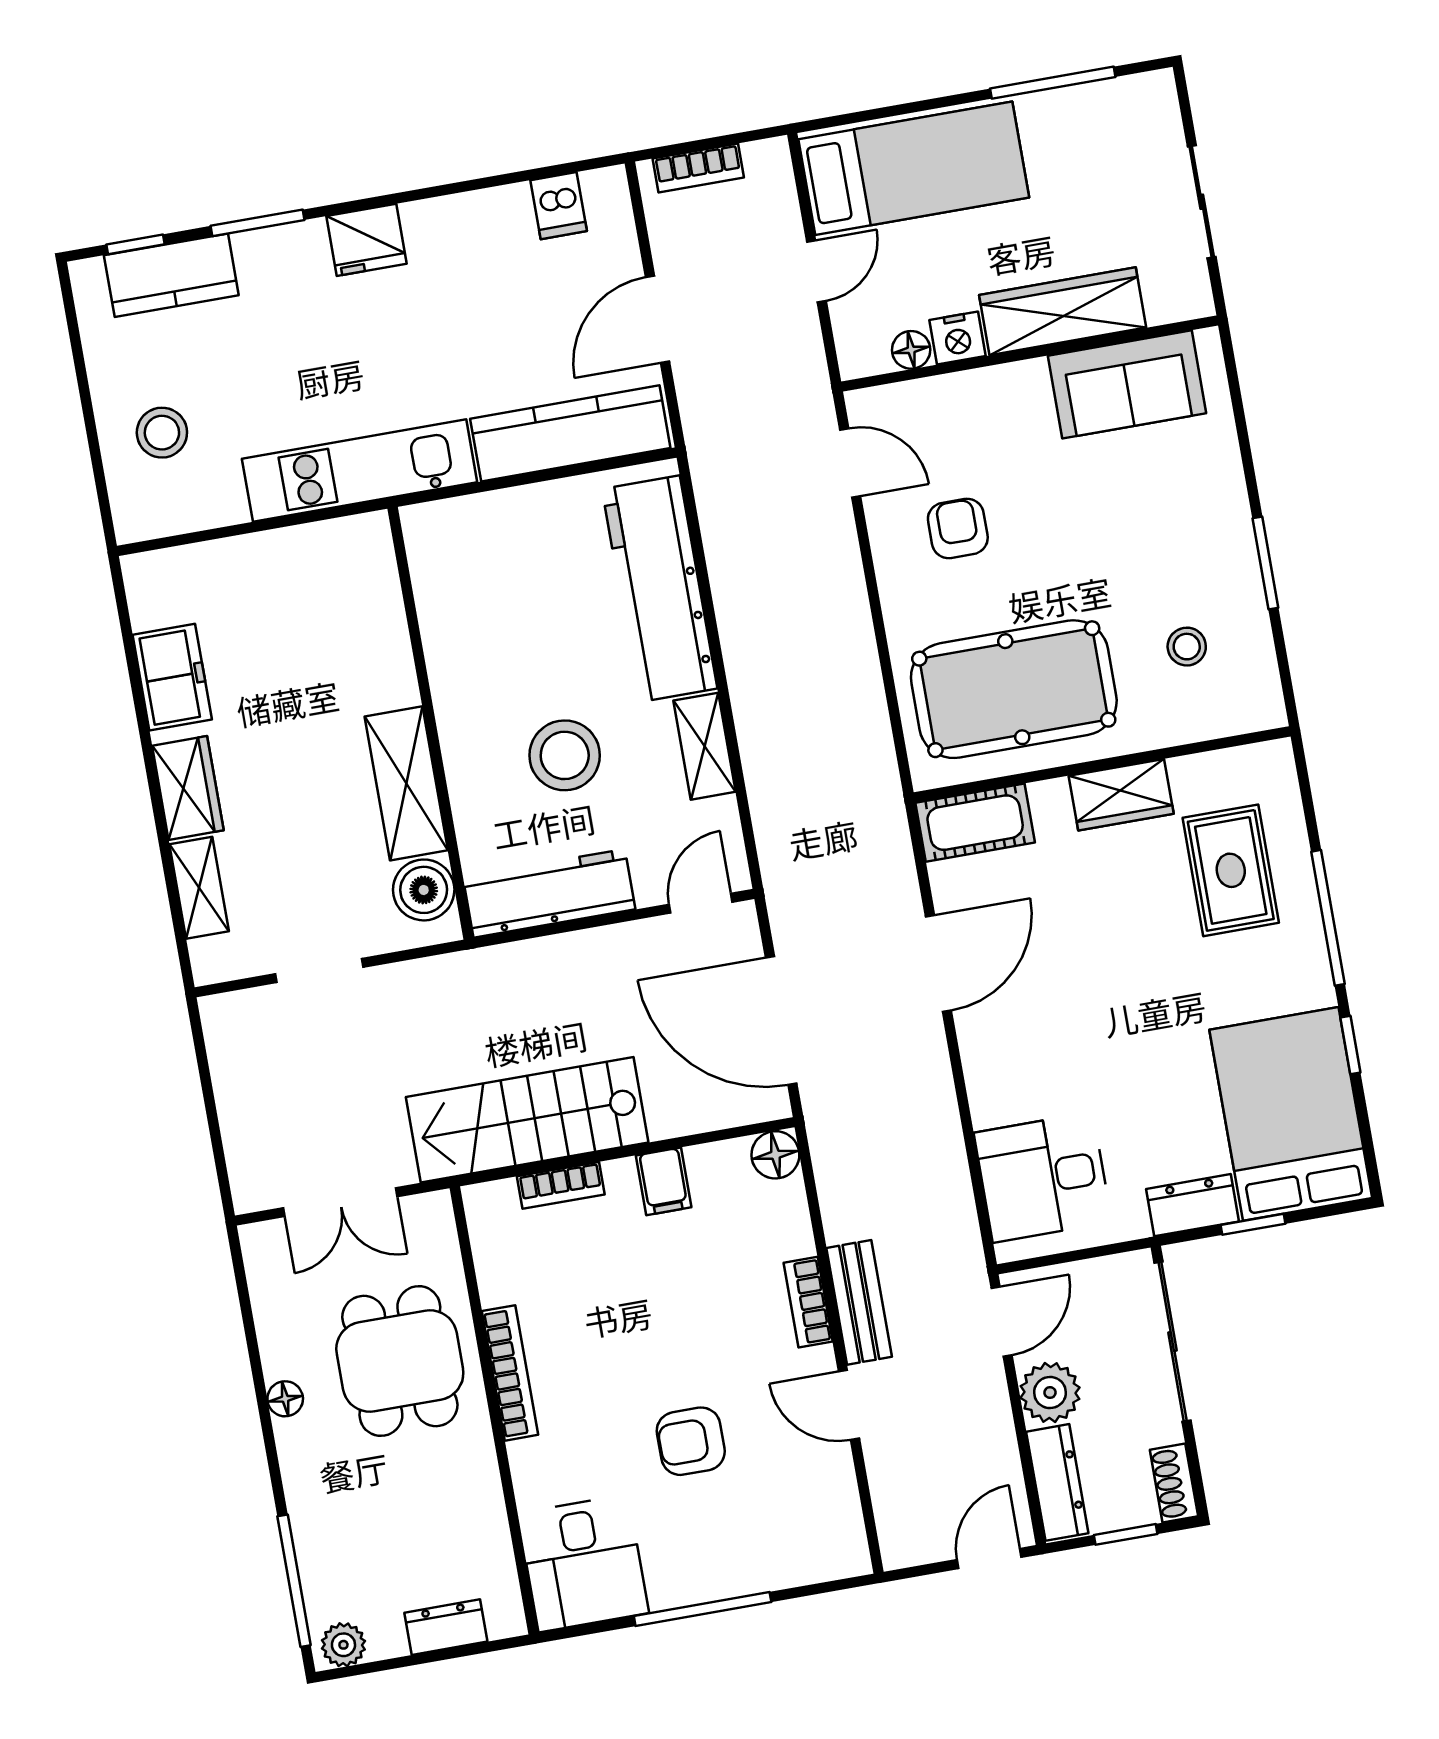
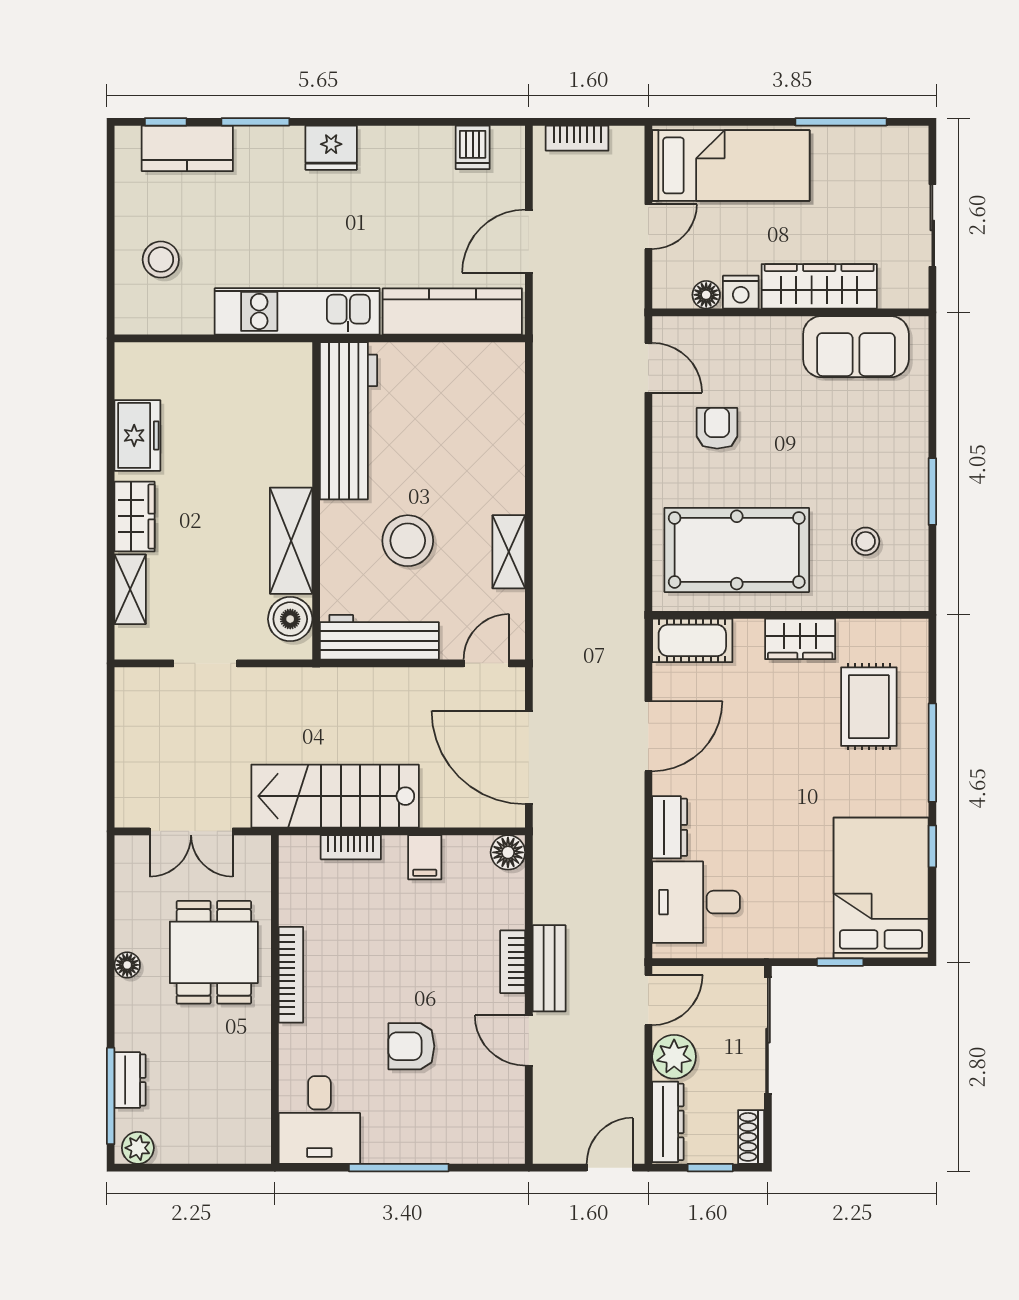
workbench: (660, 589) -> (348, 421), moved, turned 180
dresser: (1193, 1205) -> (670, 827), moved, turned 90
dresser: (446, 1627) -> (130, 1080), moved, turned 90

